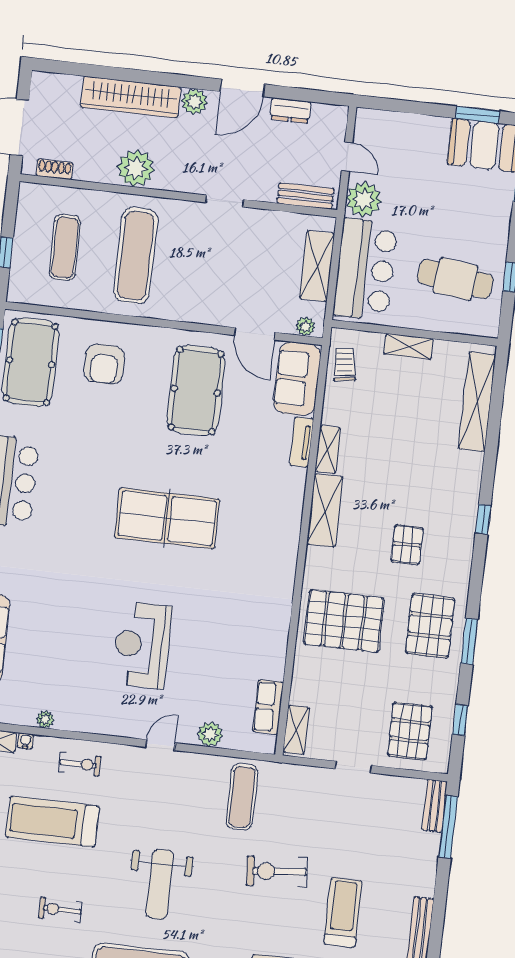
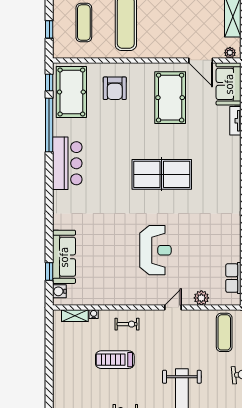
reception desk: (142, 645) -> (155, 250), turned 180
plant: (45, 719) -> (104, 300), removed
treadmill: (52, 822) -> (115, 360), width x0.73, depth x0.73

